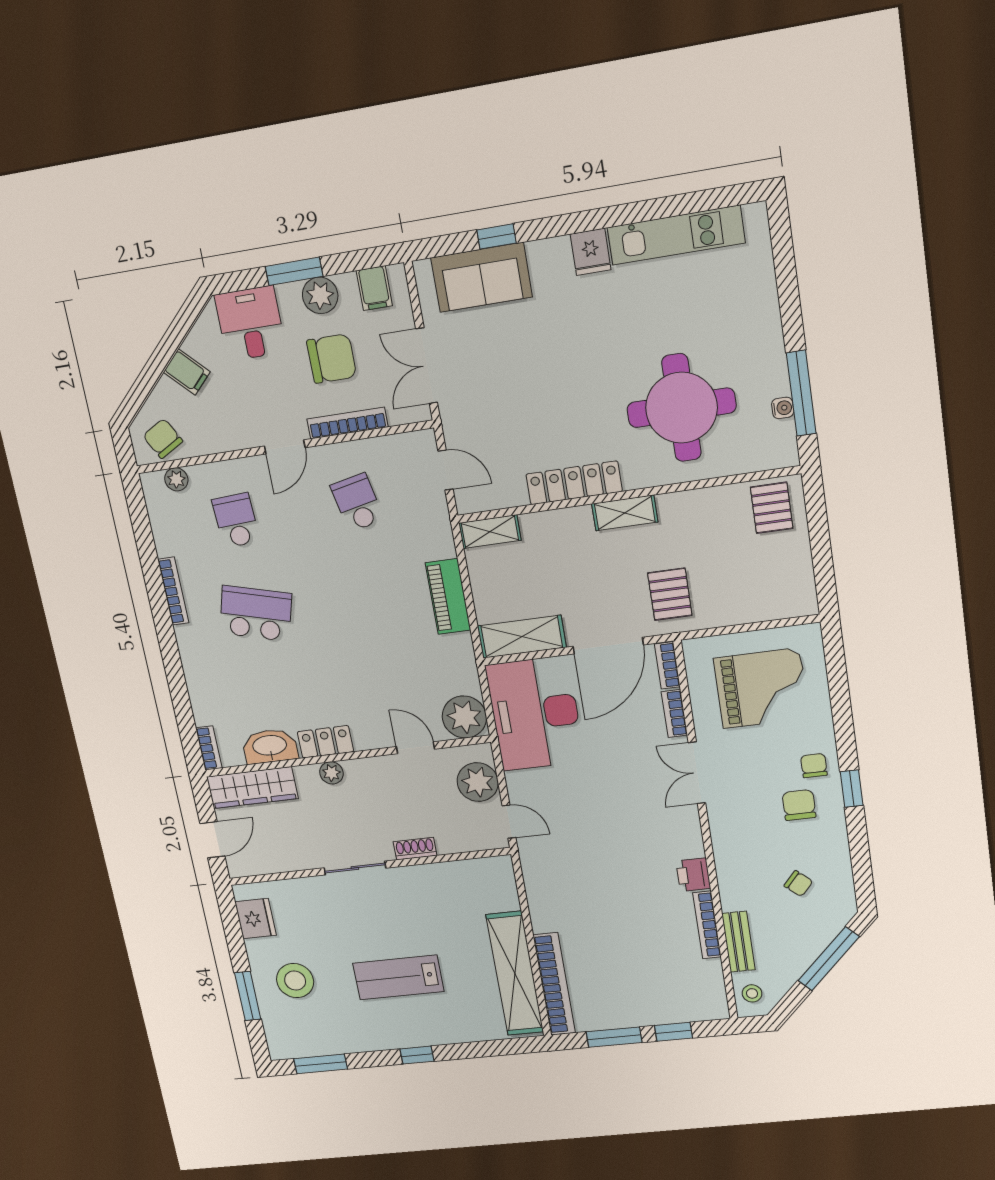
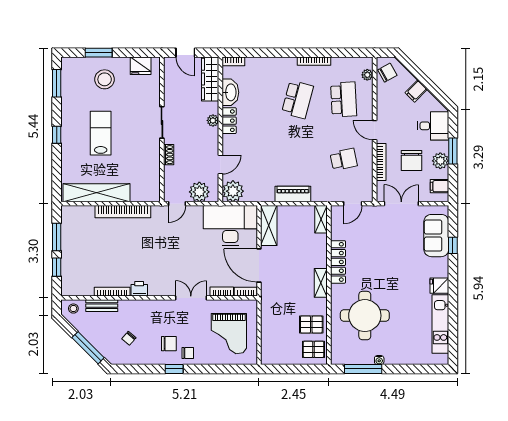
water cooler: (783, 408) -> (379, 360), moved
school desk: (236, 520) -> (344, 99), width x1.85
pallet: (670, 594) -> (311, 324), moved
bookcase: (554, 984) -> (123, 212), moved

